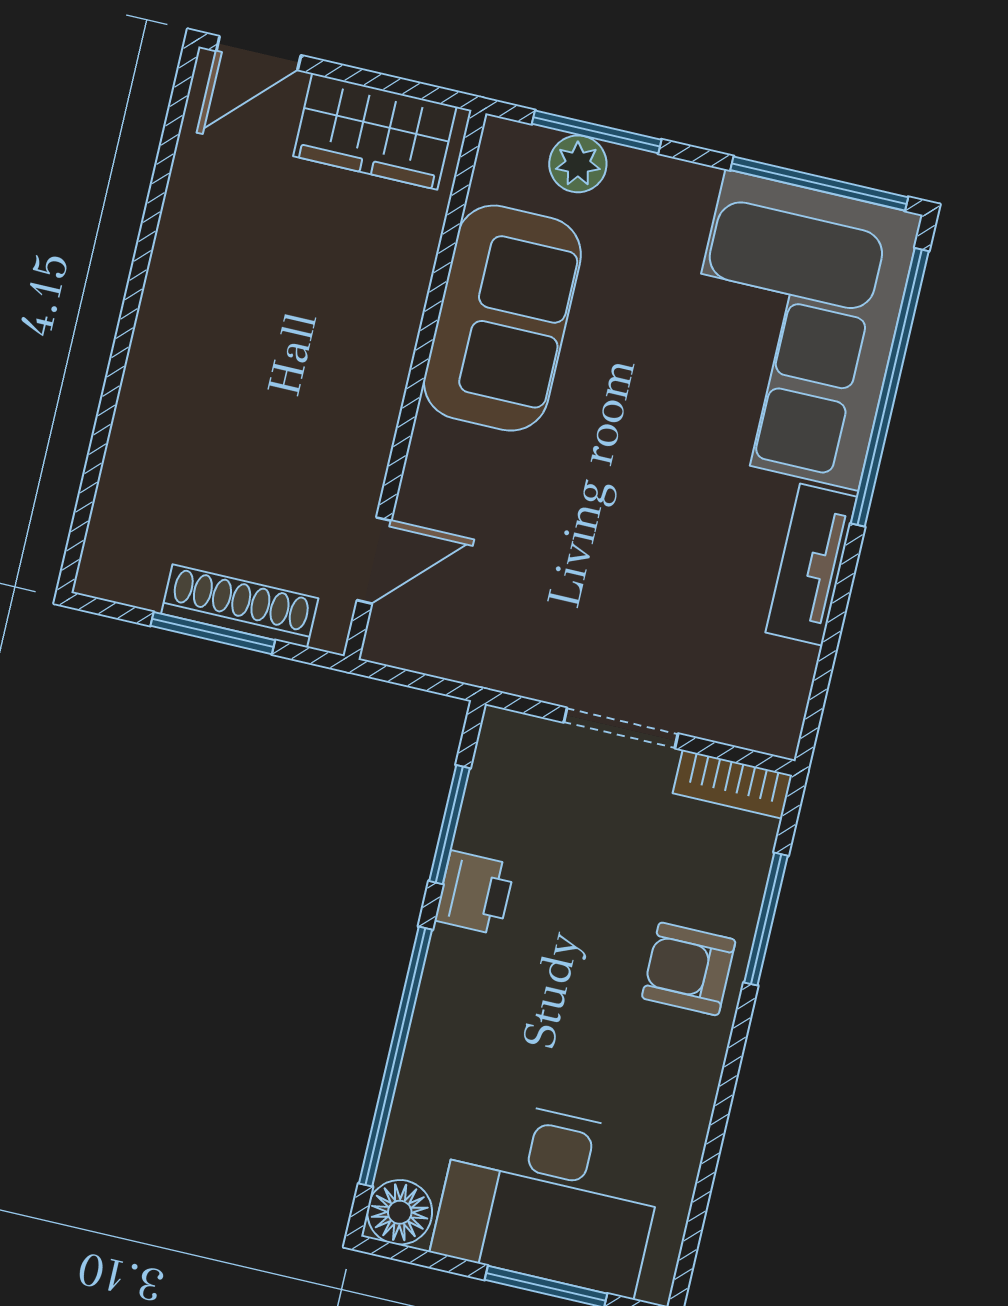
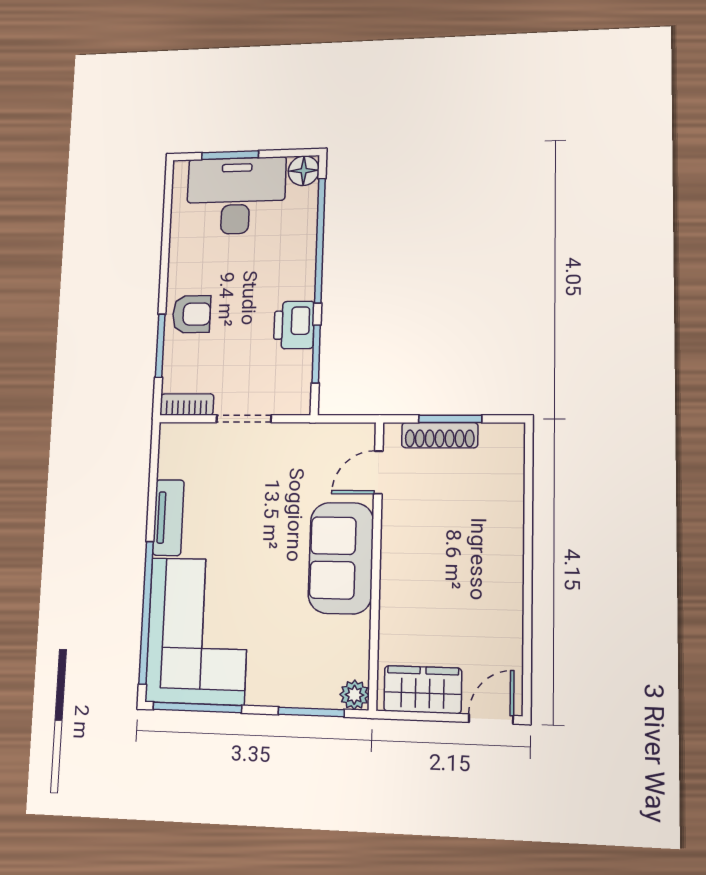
plant: (578, 164) -> (354, 695), moved
sofa: (502, 318) -> (341, 558), moved
printer: (475, 893) -> (294, 325), width x1.36, depth x1.24

